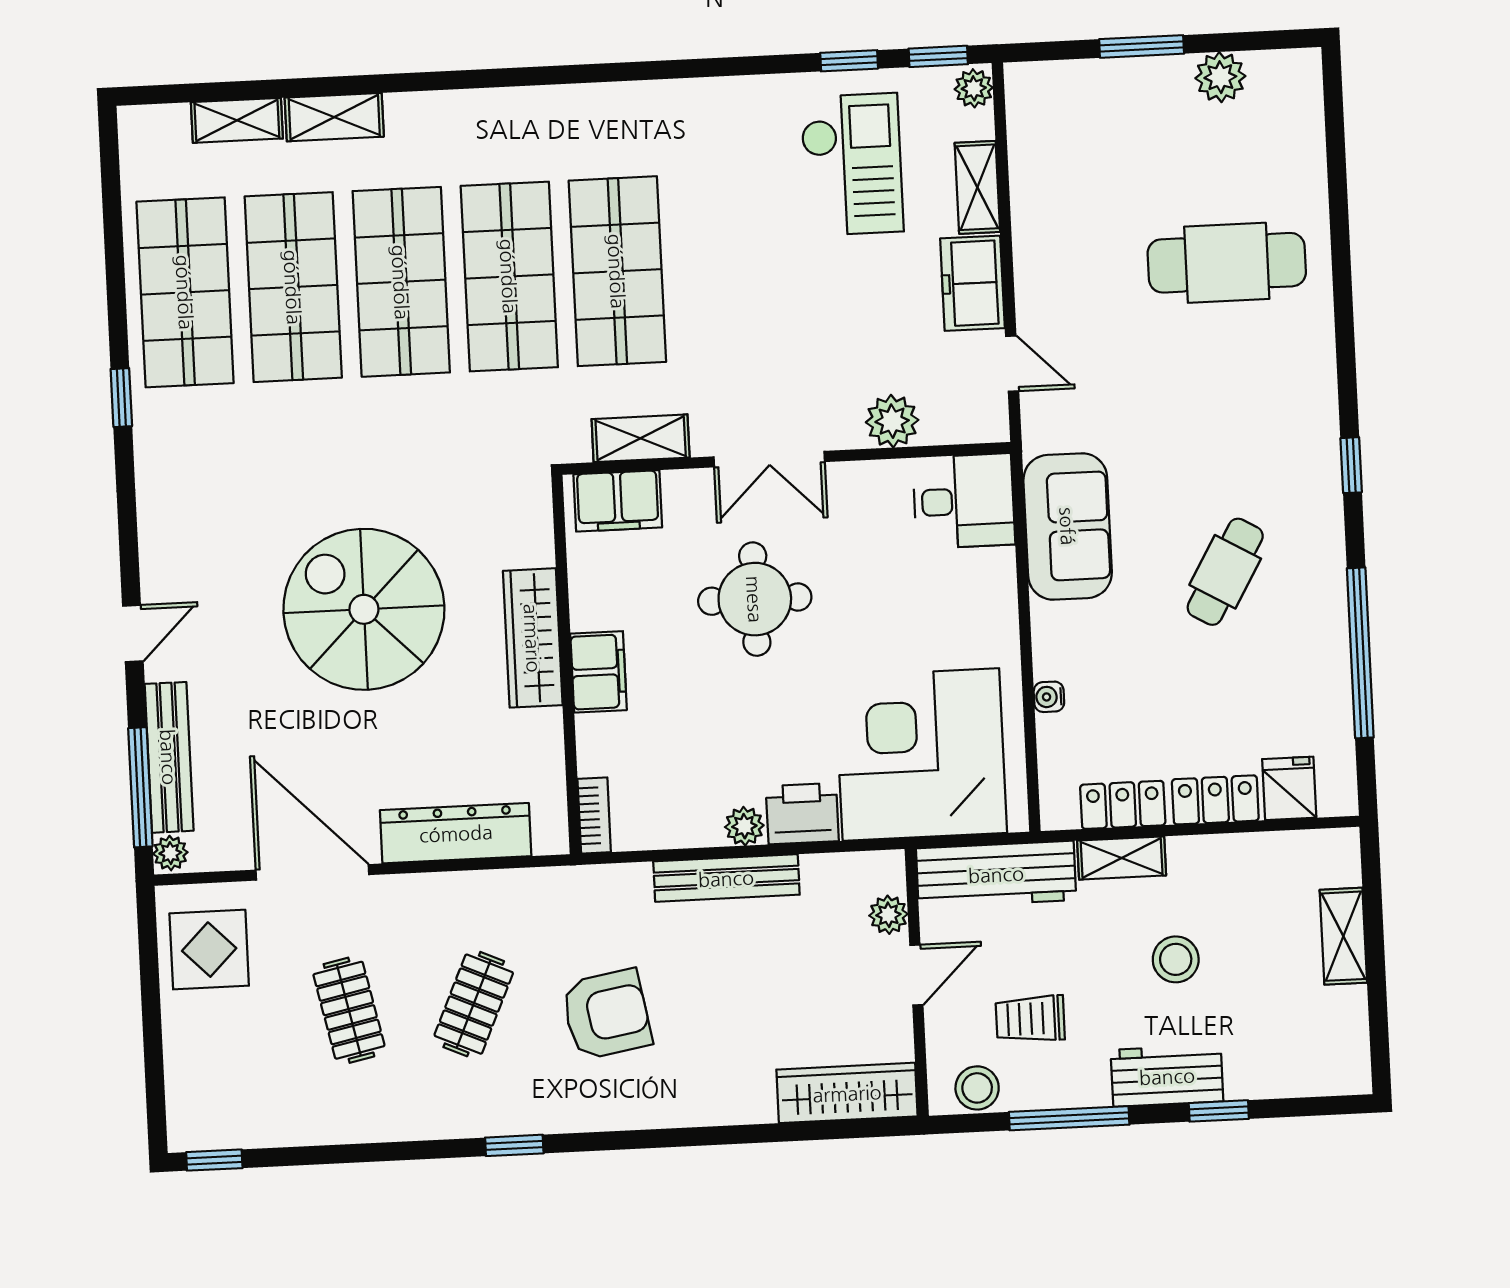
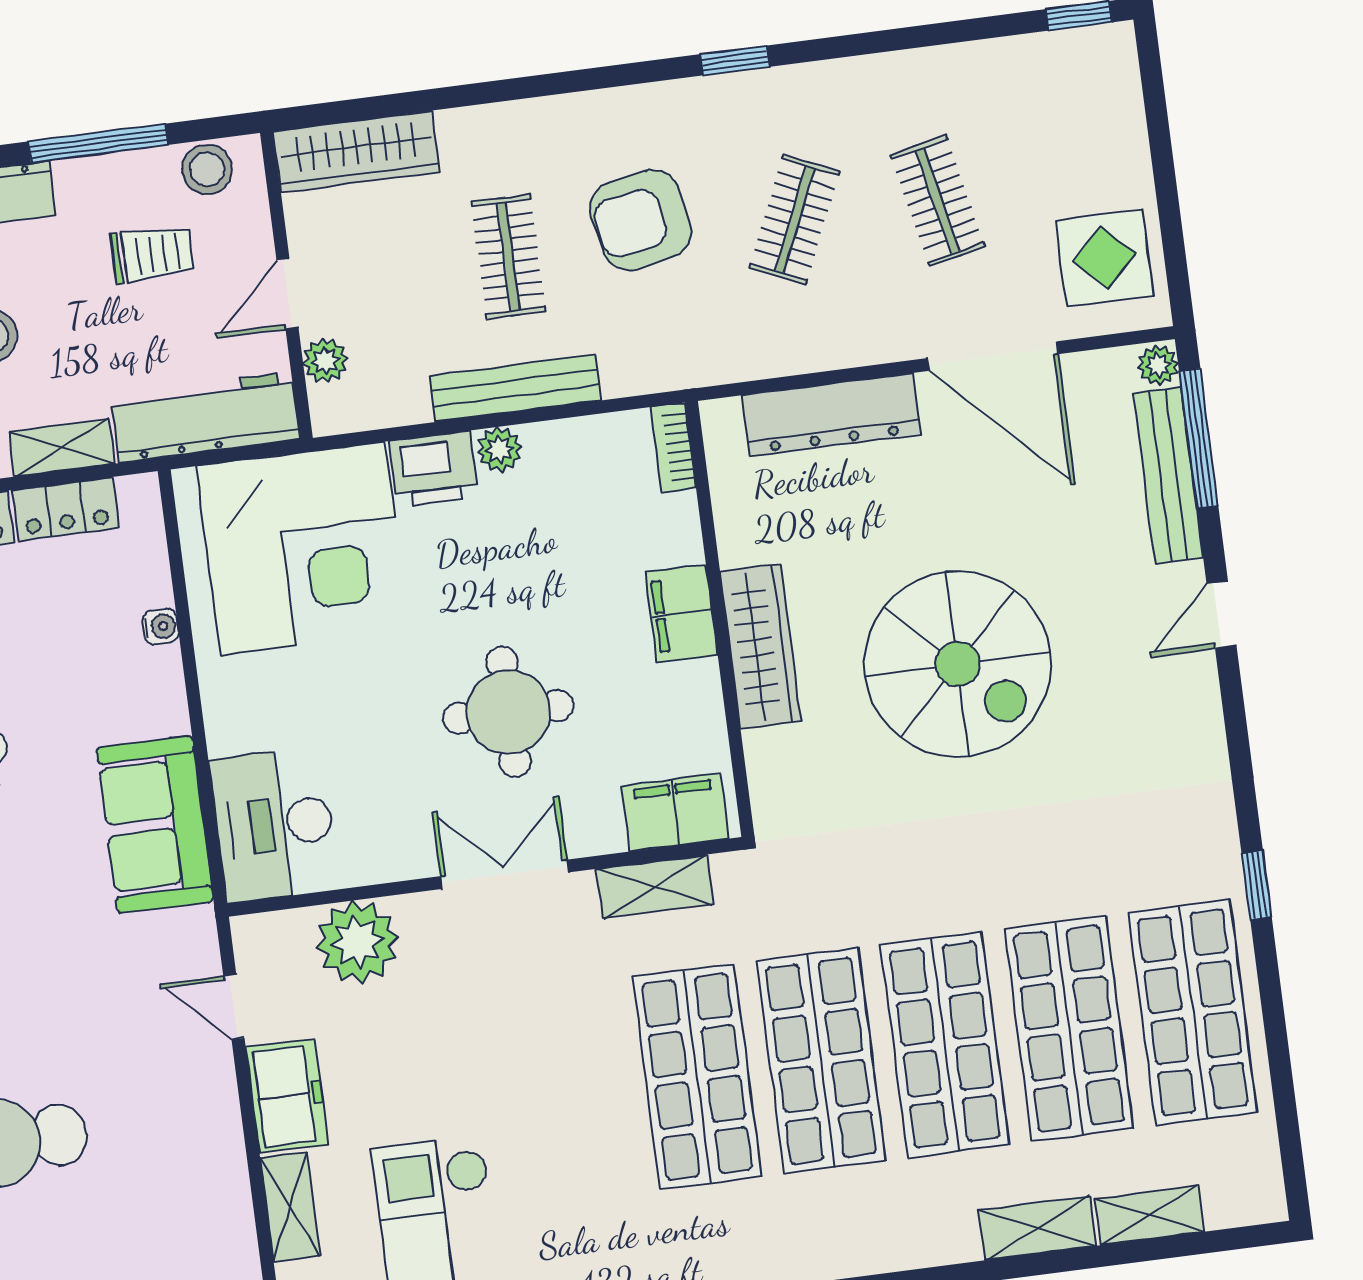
plant: (892, 421) -> (357, 942), width x1.36, depth x1.36
desk: (964, 501) -> (274, 825), width x1.37
clothes rail: (723, 992) -> (508, 257), added

